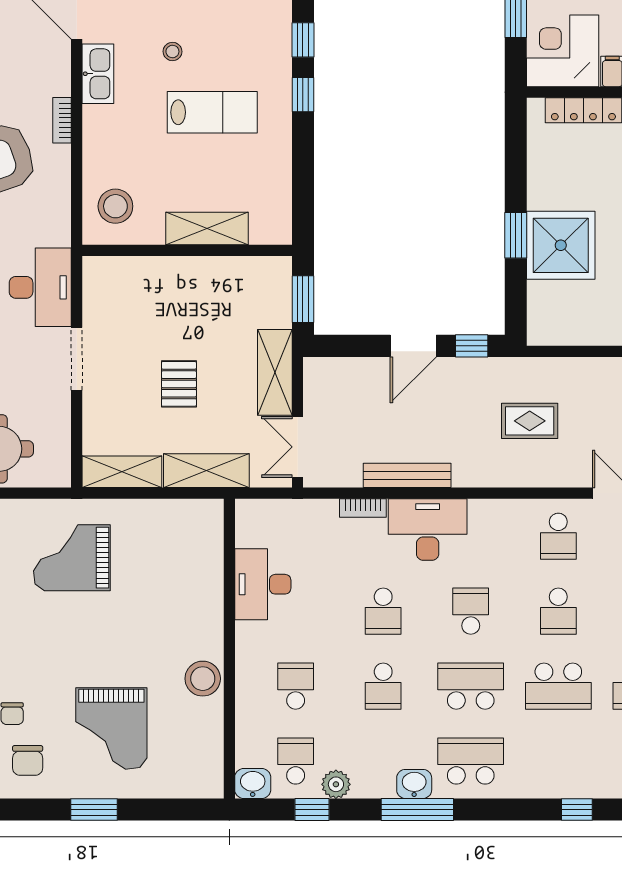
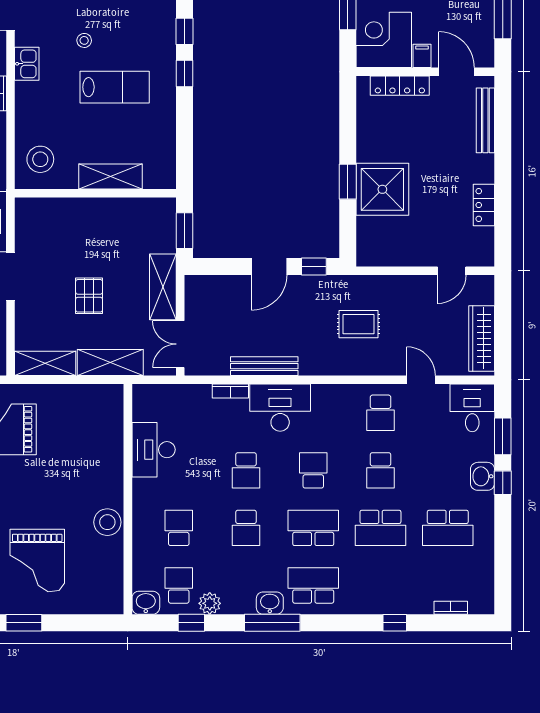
kitchen sink: (98, 74) -> (27, 64), width x0.73

